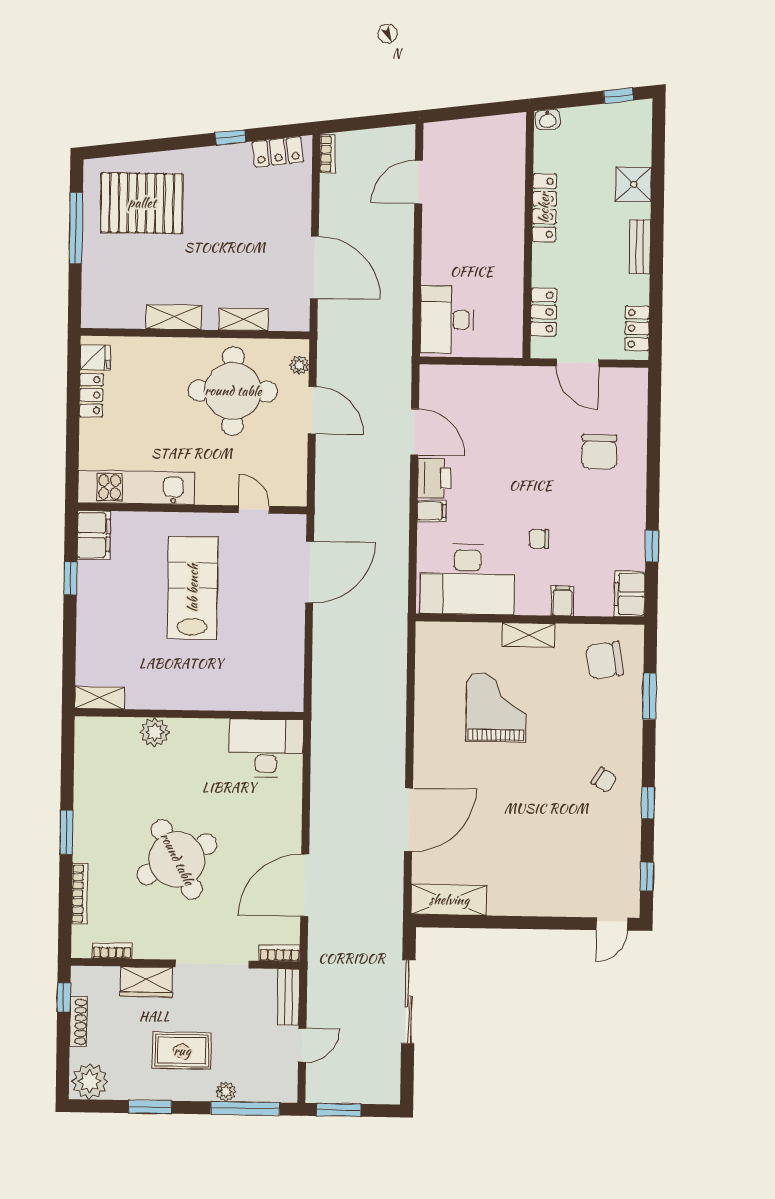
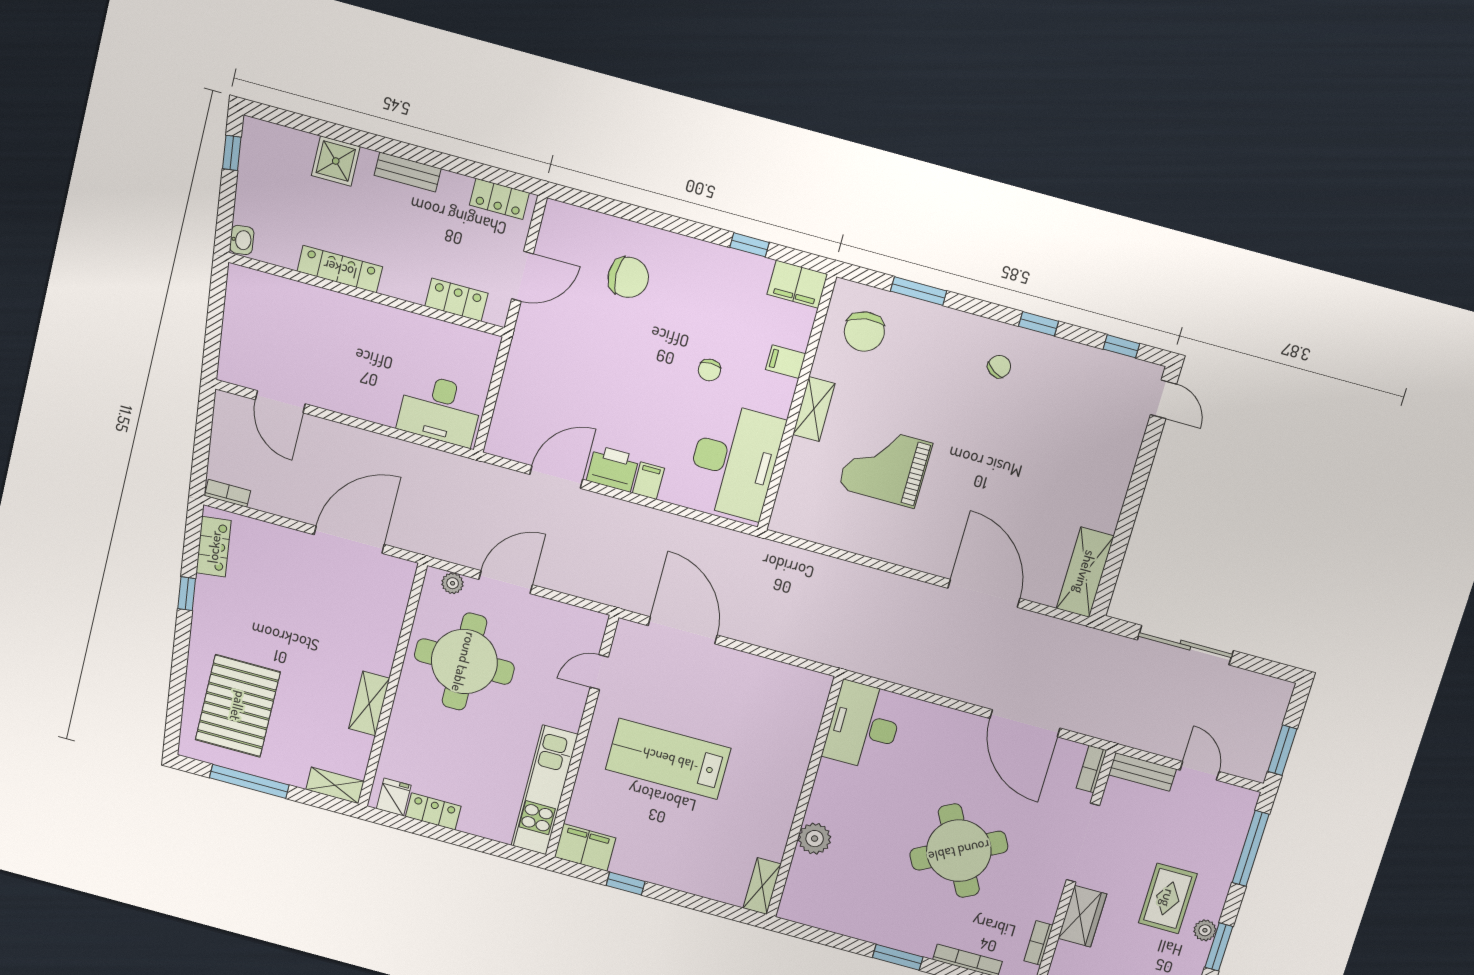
shelving: (243, 320) -> (335, 785), moved, turned 90
plant: (226, 1092) -> (1205, 930), moved

